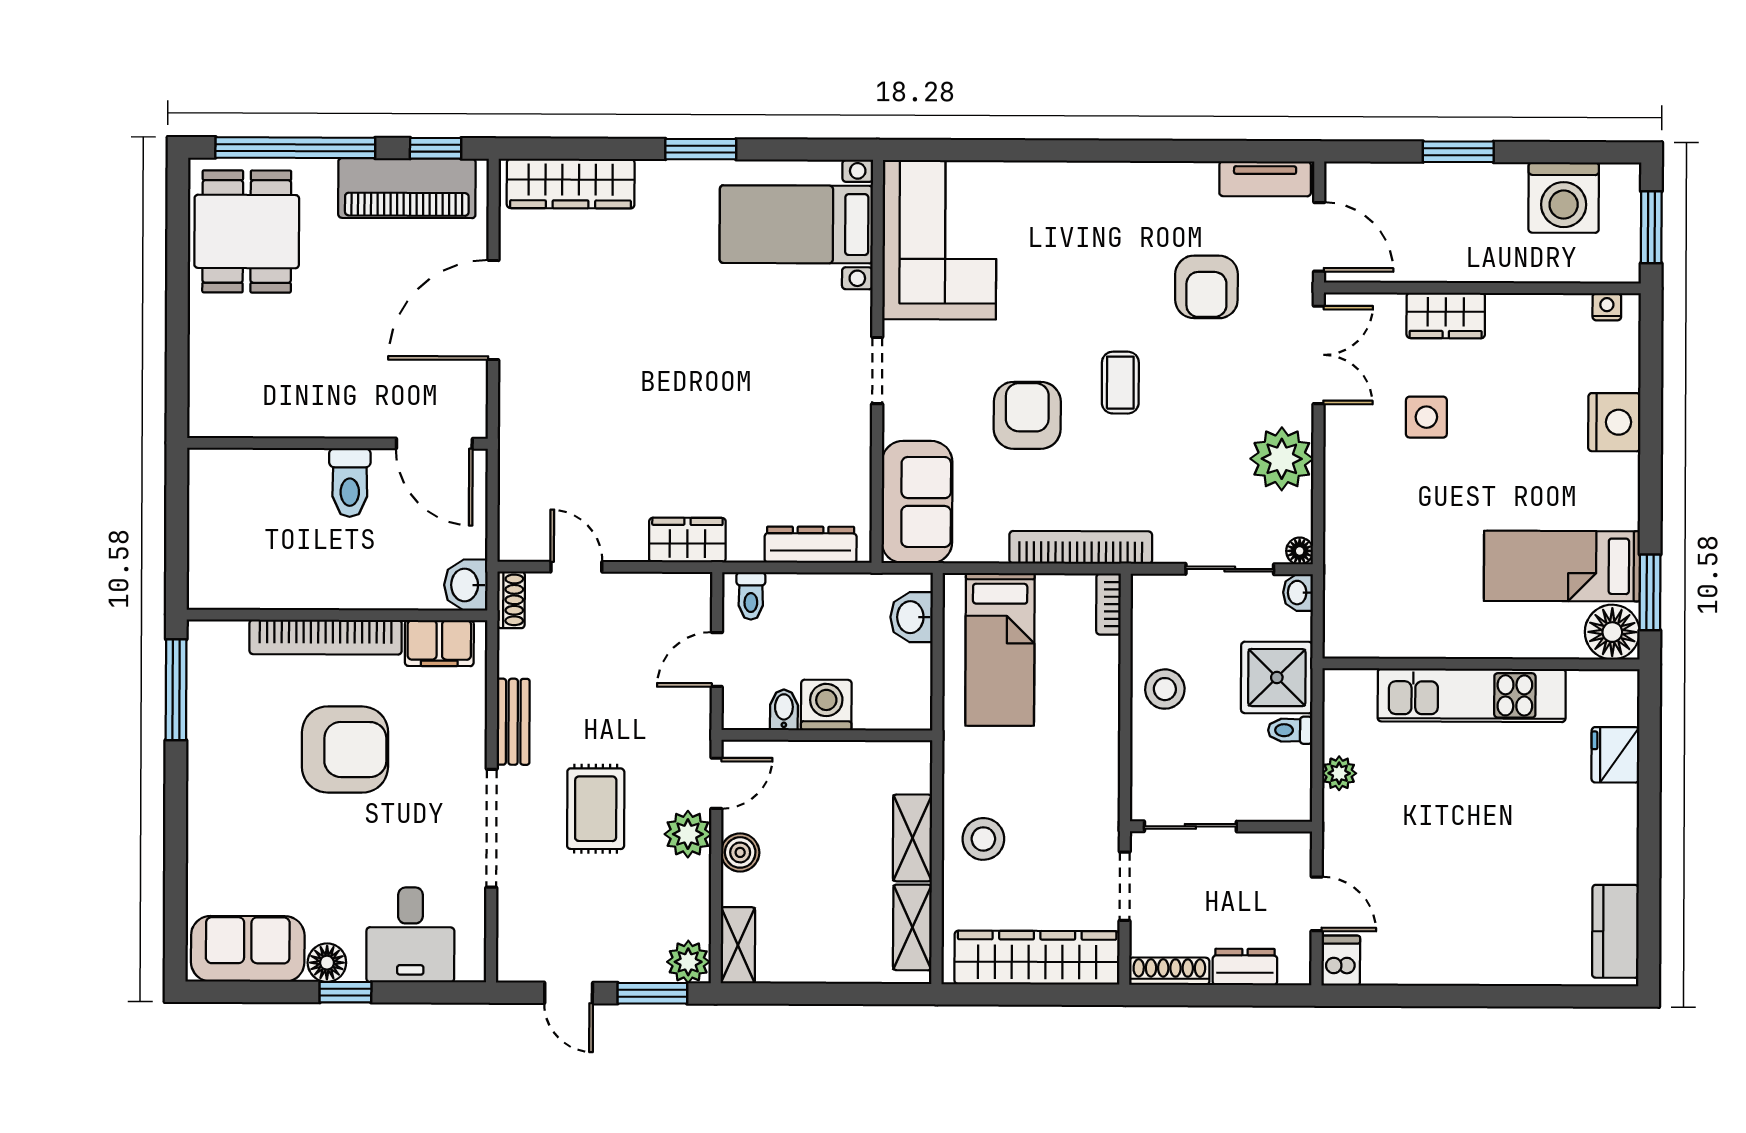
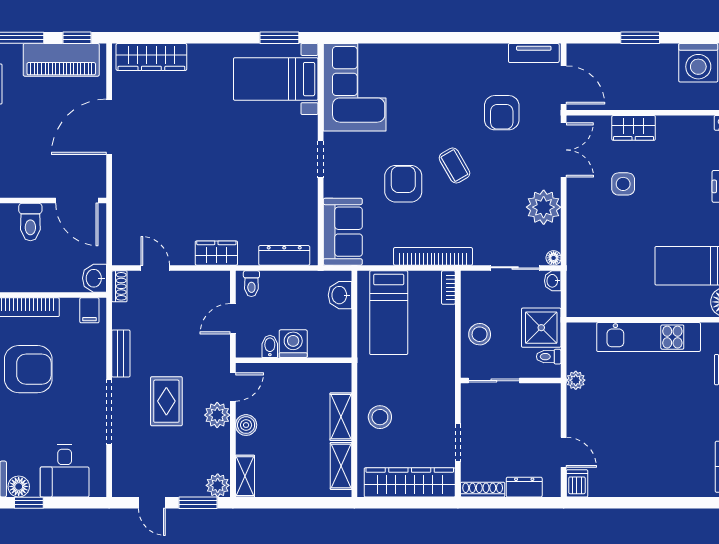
window: (701, 149) -> (279, 38), moved
coffee table: (1120, 383) -> (454, 166), turned -30
filing cabinet: (439, 643) -> (89, 310), width x0.50
sliding door: (1190, 826) -> (494, 381), moved
wall: (1221, 826) -> (511, 381), moved

